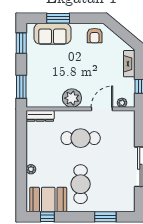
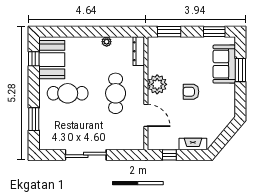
armchair: (95, 36) -> (191, 92), moved
plant: (122, 103) -> (152, 136), removed
plant: (31, 169) -> (107, 42), moved

